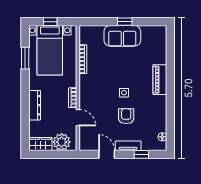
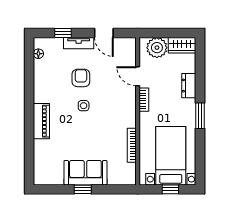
window: (25, 58) -> (200, 116), moved
dresser: (35, 105) -> (189, 86), width x0.70
armchair: (126, 116) -> (81, 78), turned 180

